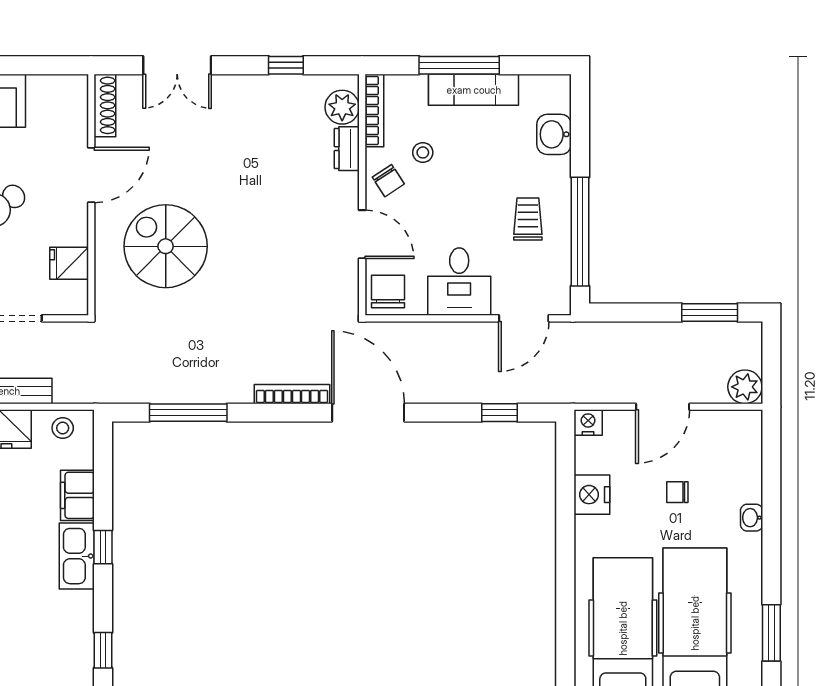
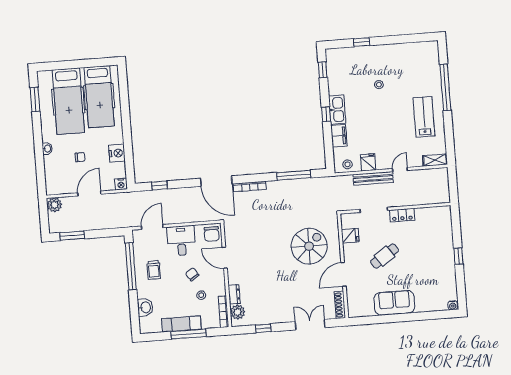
chair: (388, 181) -> (192, 274), moved
spiral stairs: (166, 246) -> (309, 246), turned -90

